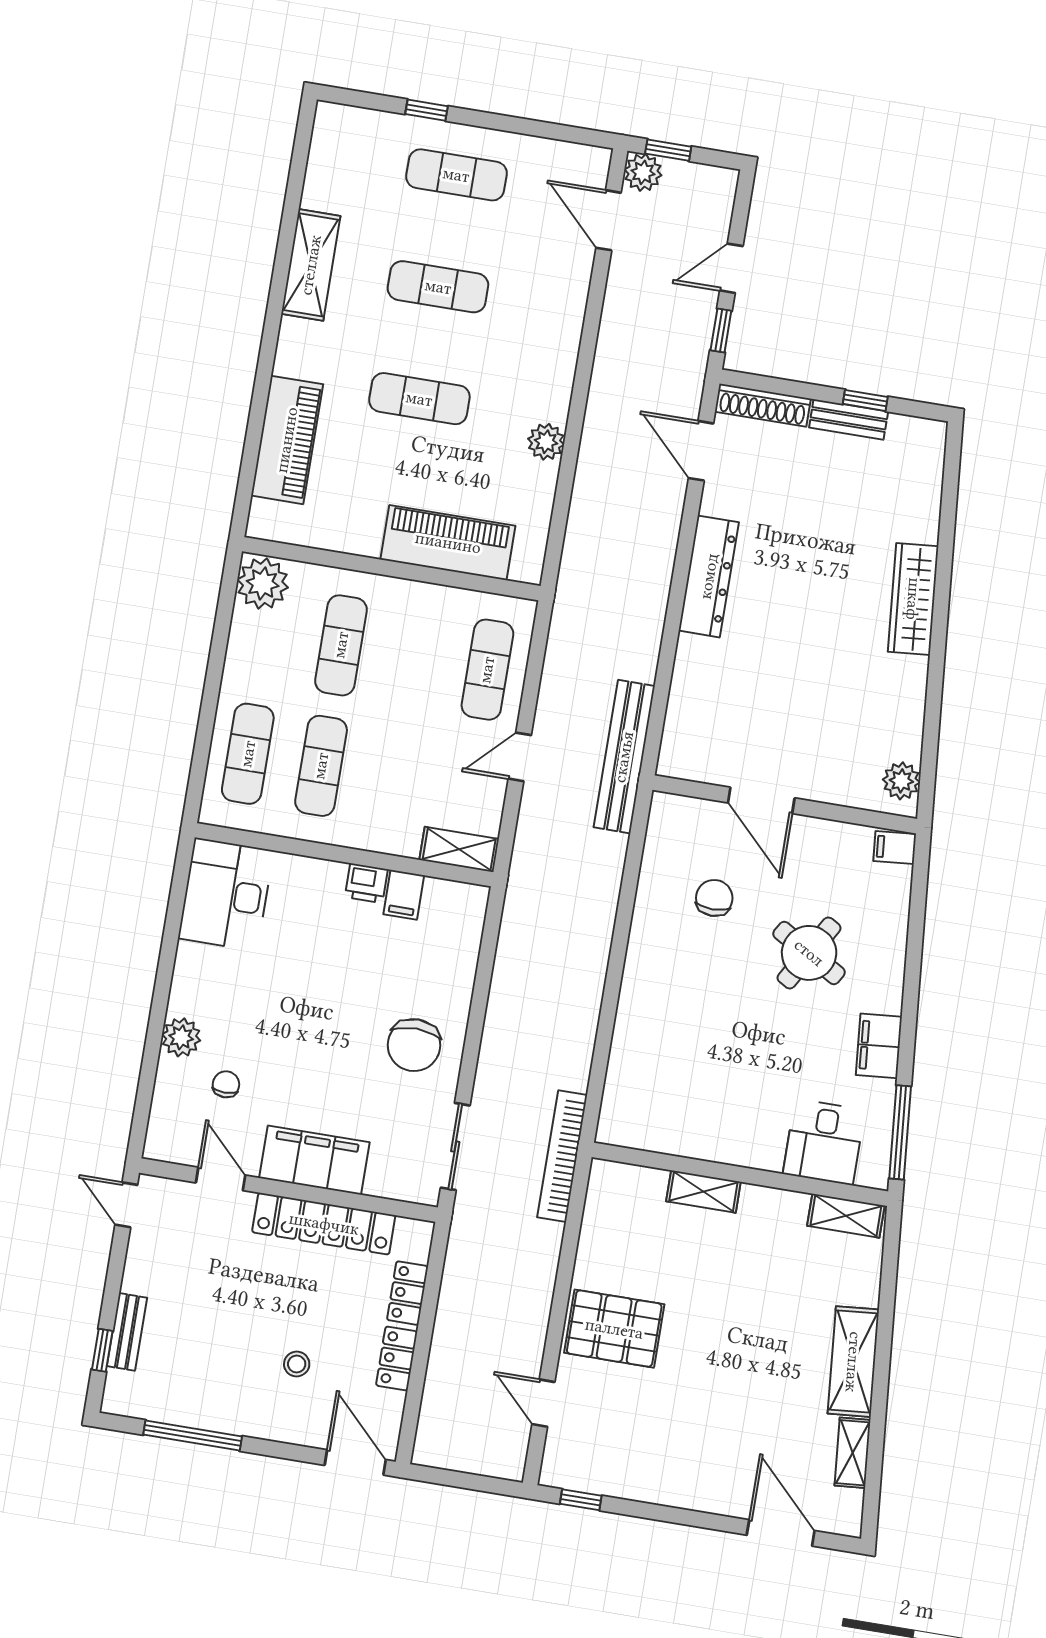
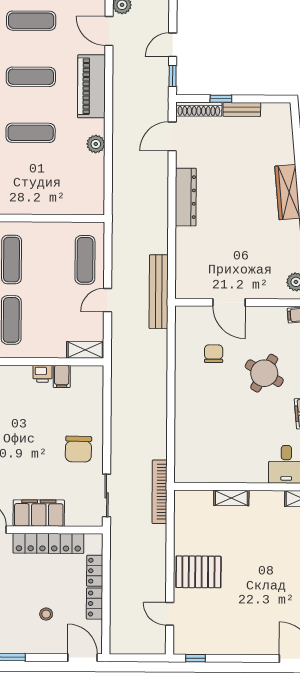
window: (865, 400) -> (221, 99), moved
door: (701, 451) -> (172, 136), hinge flipped
piano: (448, 543) -> (91, 86), moved, turned -90

